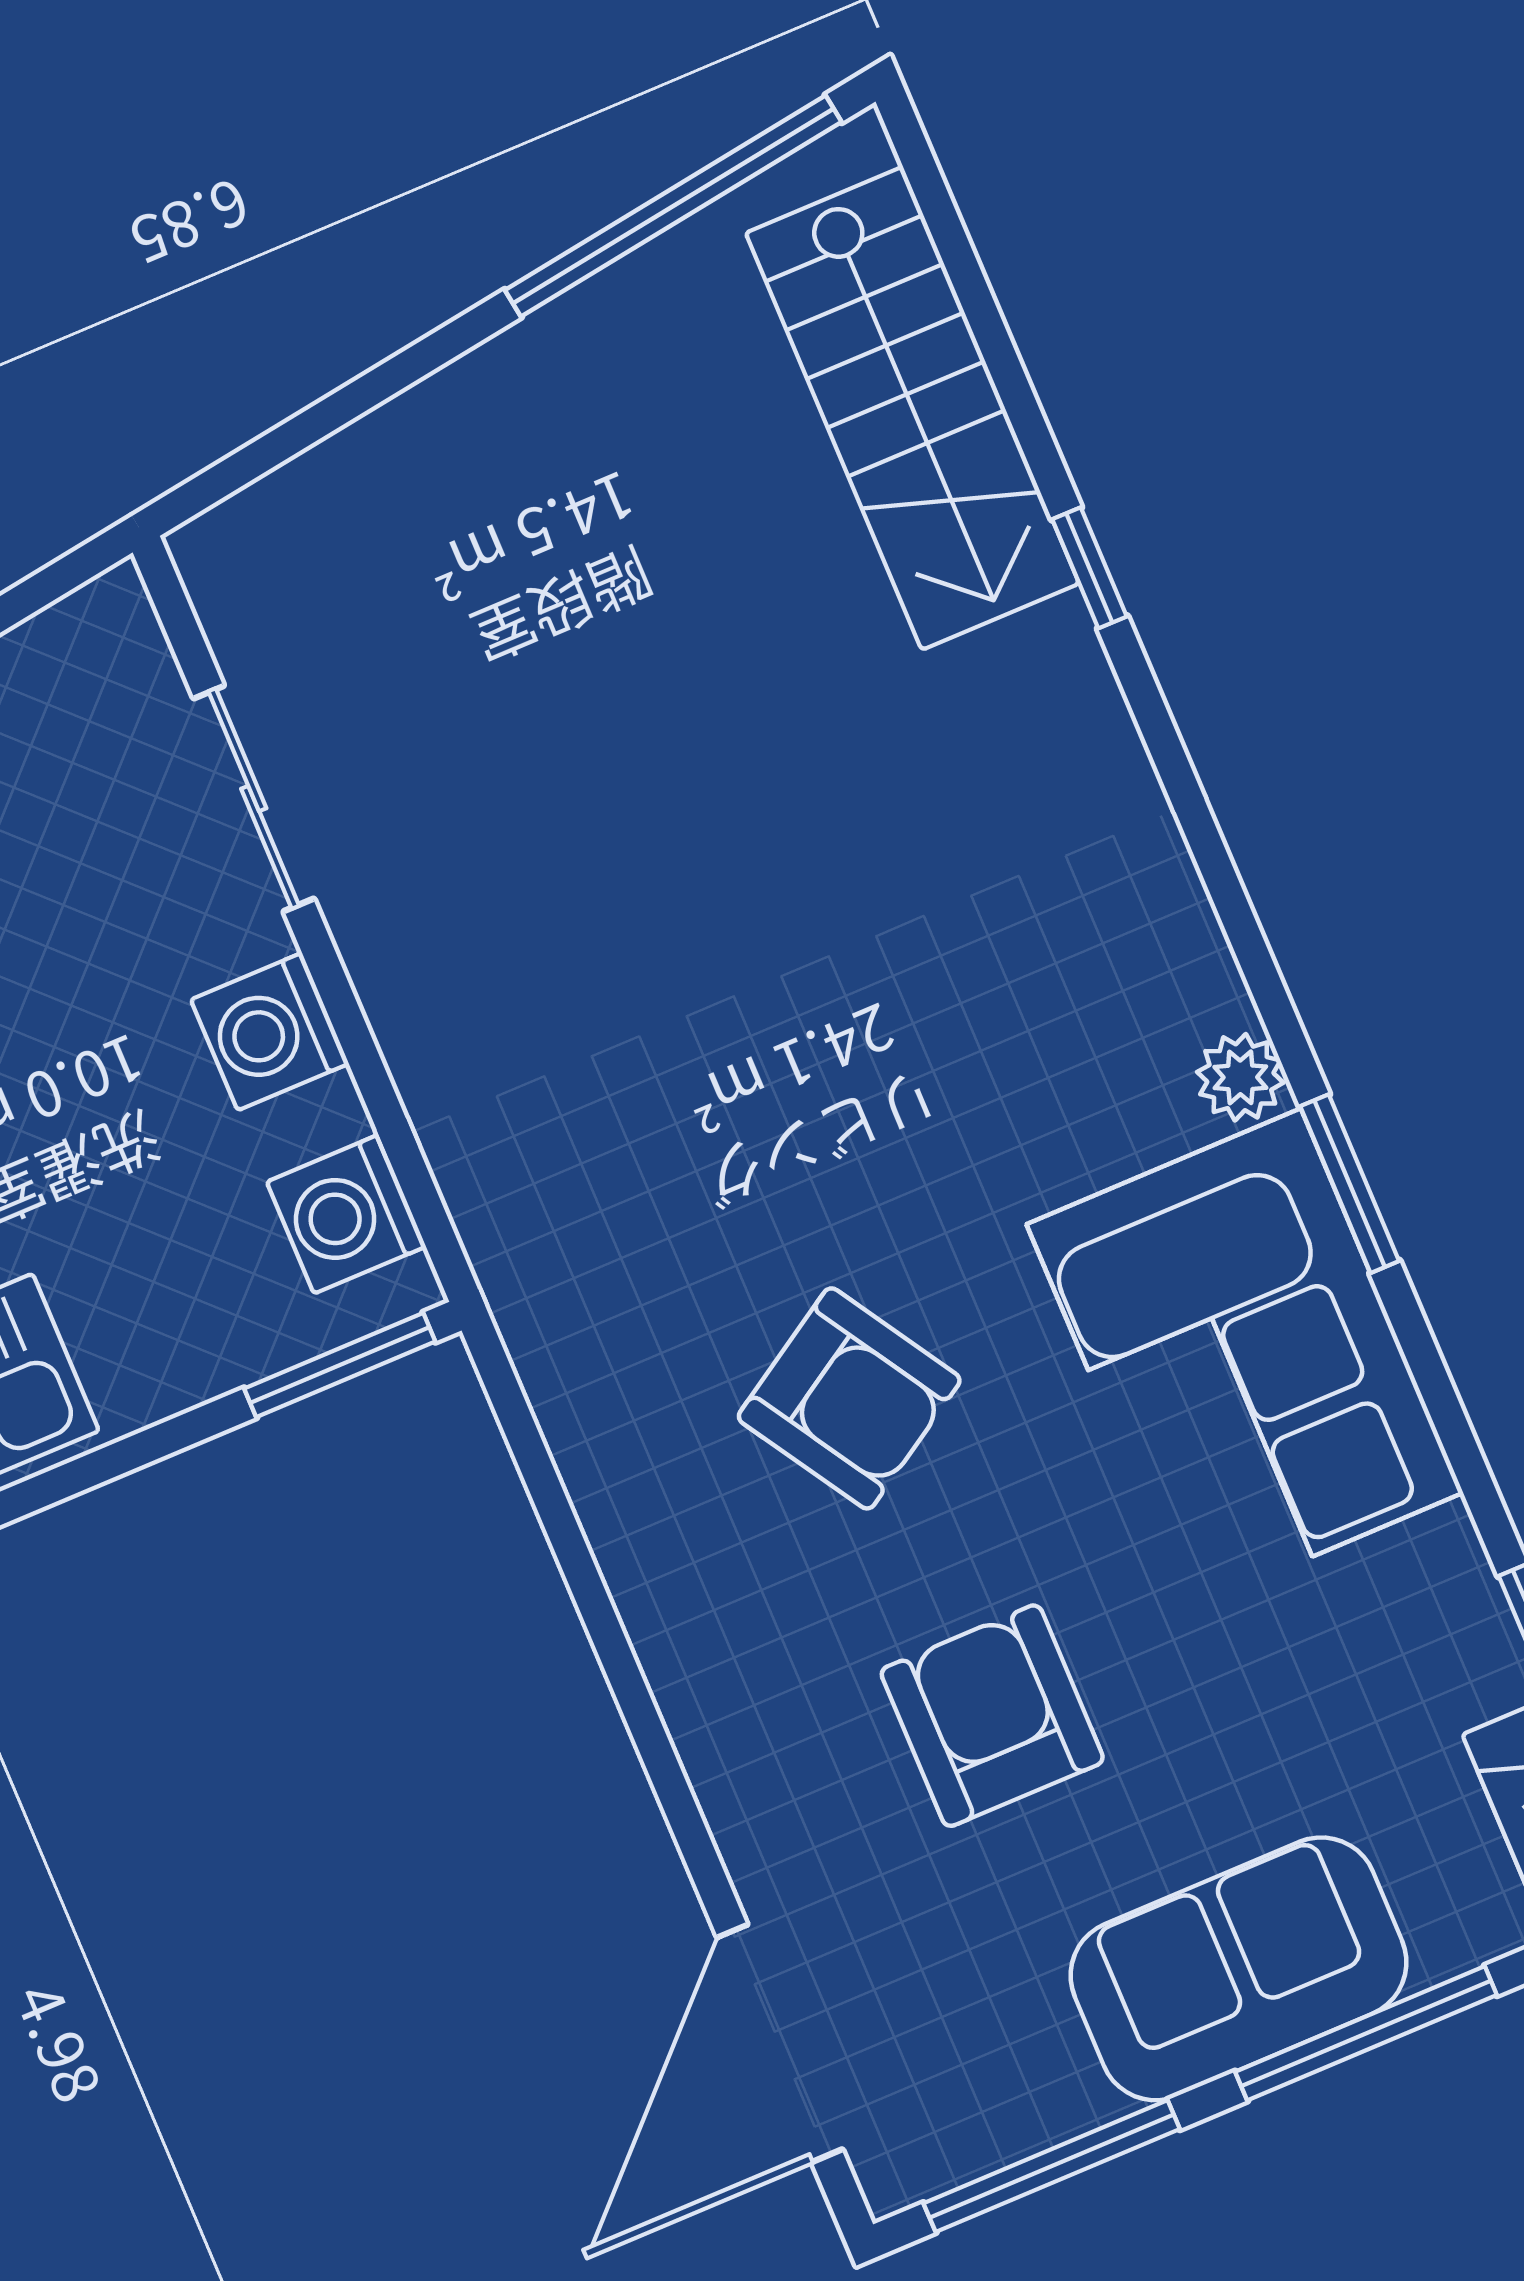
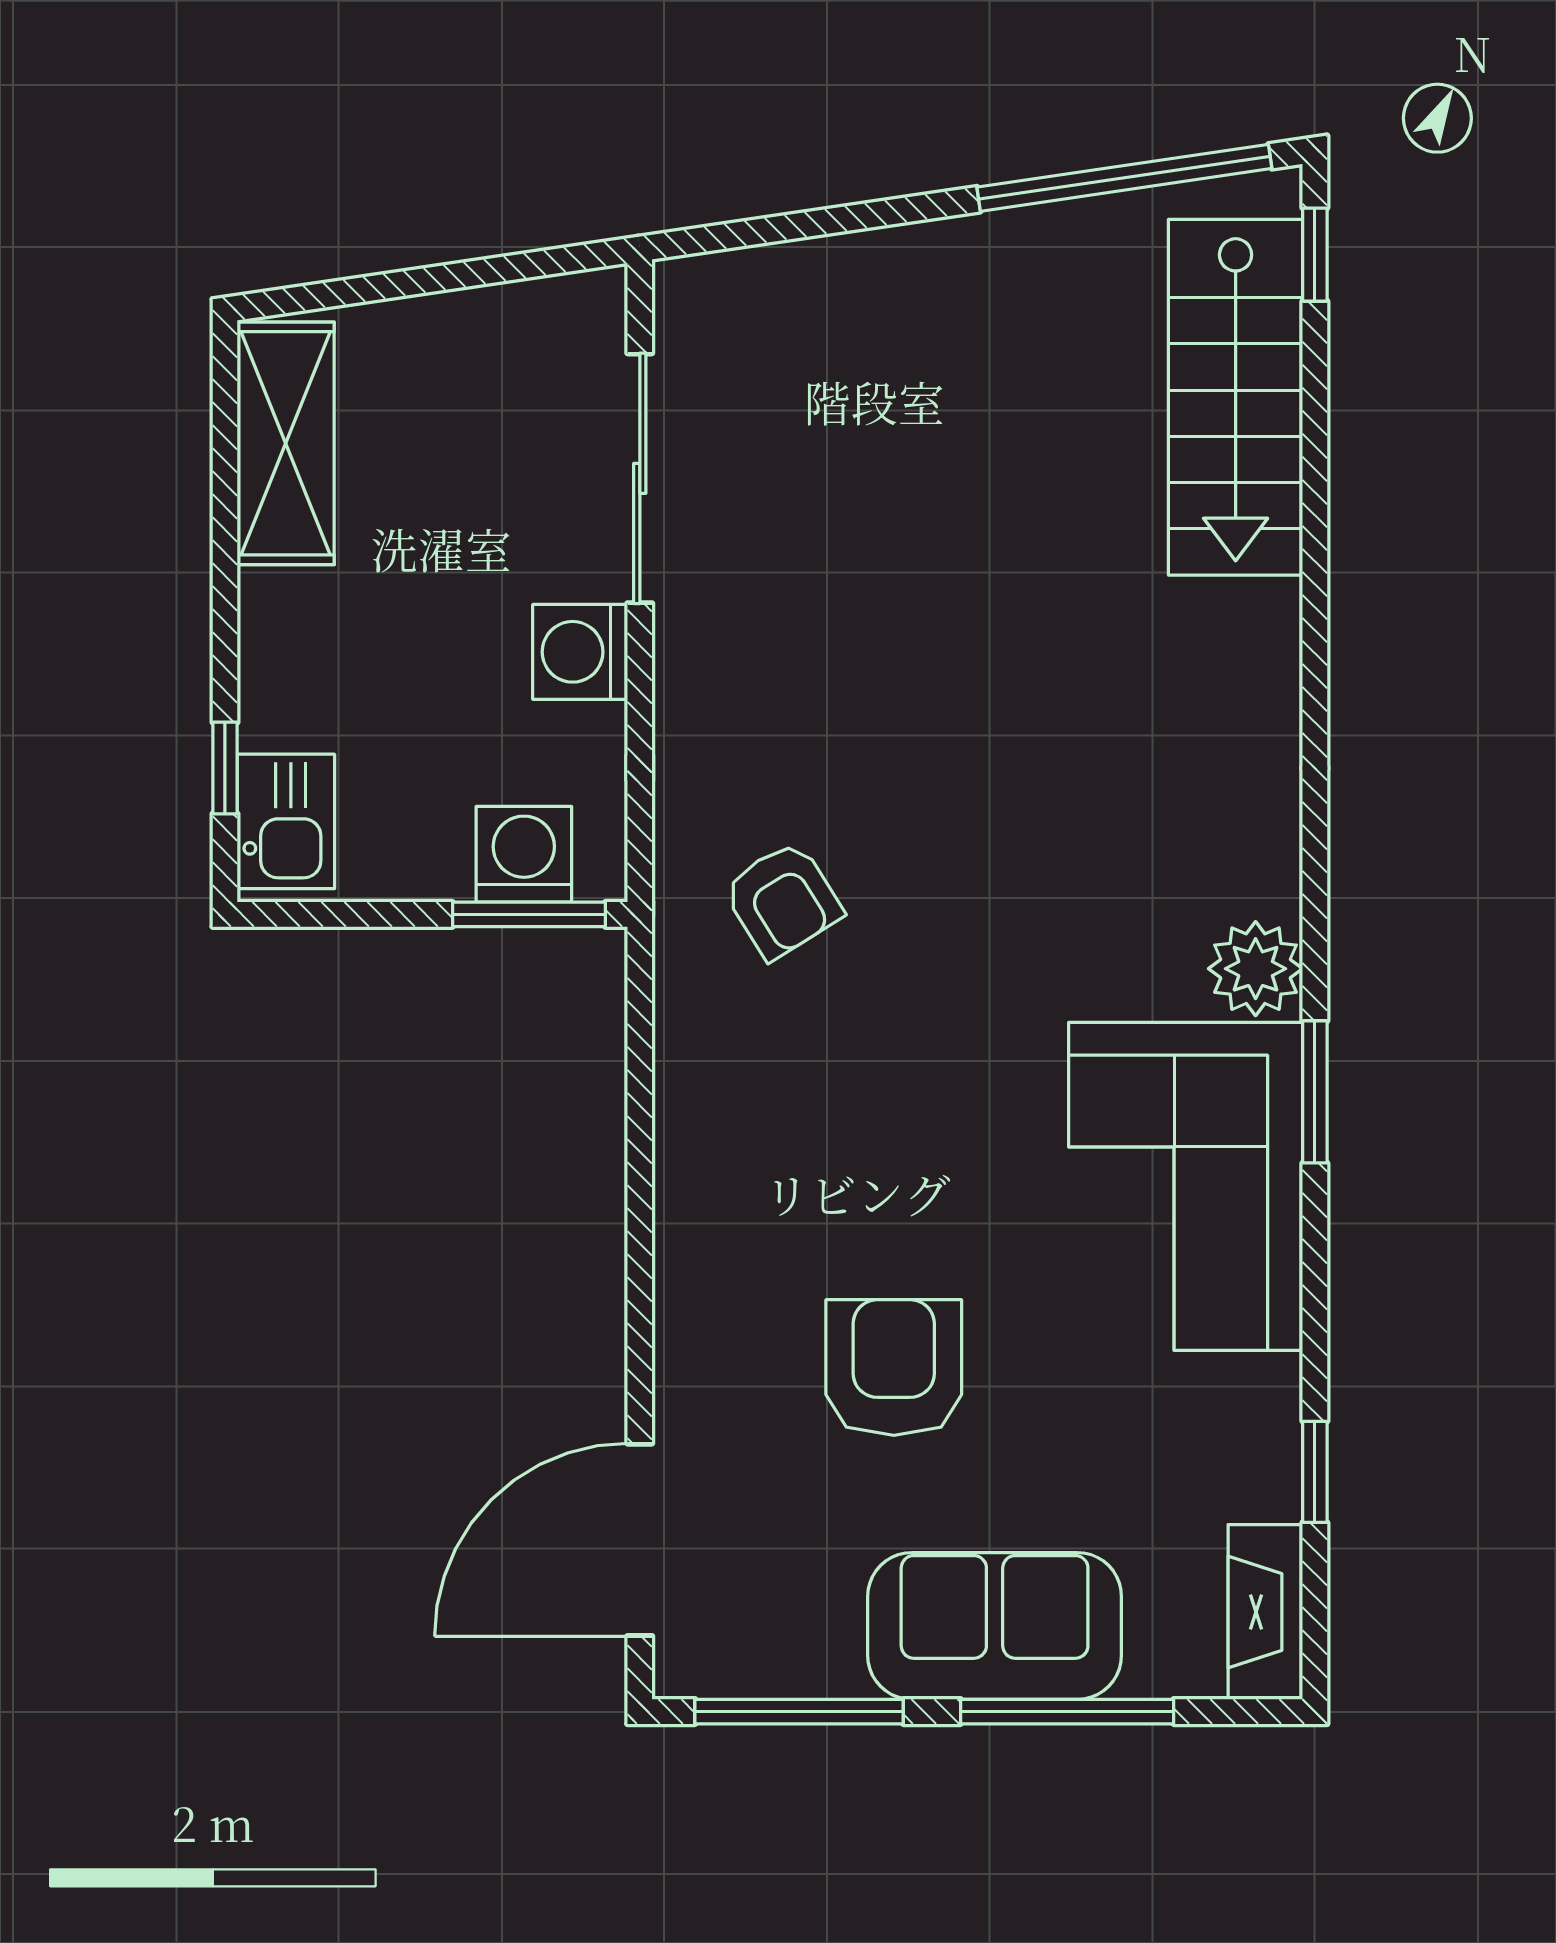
window: (1089, 568) -> (1315, 255), moved
sliding door: (254, 799) -> (640, 478), width x1.37
plant: (1240, 1077) -> (1256, 969), width x1.38, depth x1.38
washing machine: (346, 1214) -> (524, 854), moved, turned 90
armchair: (849, 1398) -> (783, 900), moved, width x0.72, depth x0.72

